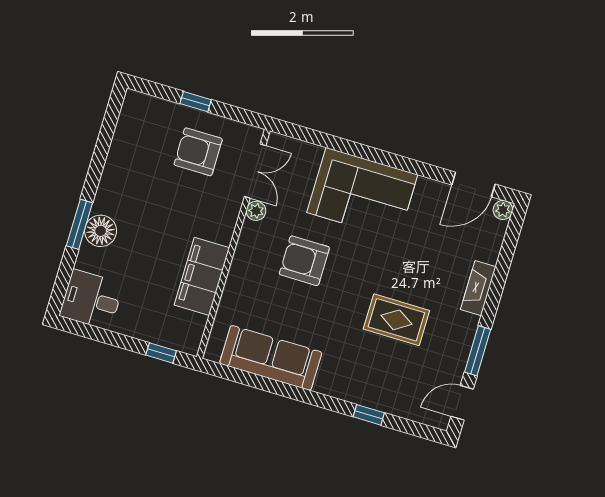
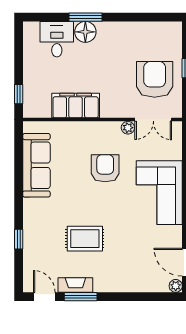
armchair: (198, 152) -> (155, 79), width x1.36, depth x1.36
fireplace: (478, 288) -> (75, 285), moved
desk: (91, 300) -> (57, 39), moved
rug: (396, 320) -> (85, 239), turned 90

